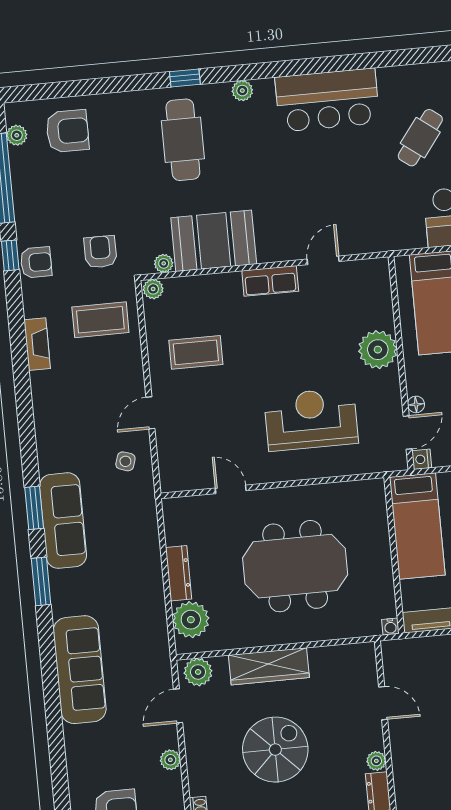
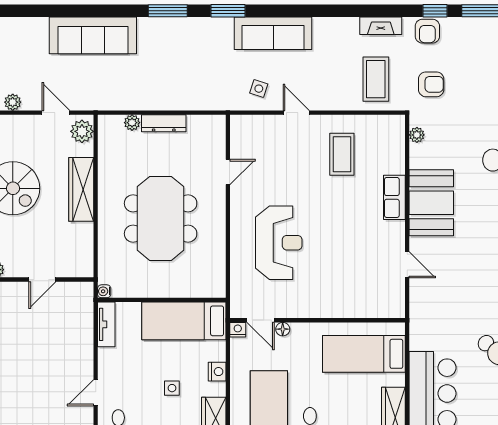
booth: (214, 241) -> (431, 203), moved
row of seats: (270, 281) -> (394, 197), moved
plant: (153, 289) -> (397, 124), removed
fireplace: (37, 344) -> (381, 26), moved
plant: (378, 350) -> (330, 302), removed
sofa: (63, 521) -> (273, 33), moved
plant: (191, 620) -> (132, 123), width x0.53, depth x0.53

